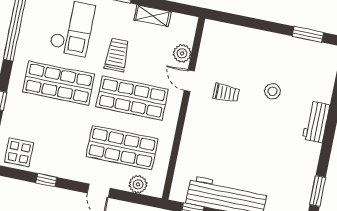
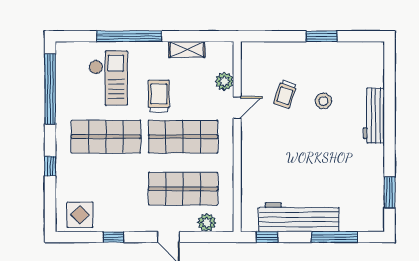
window: (308, 34) -> (321, 36), moved
door: (189, 81) -> (237, 107), swing flipped
trolley: (226, 93) -> (285, 94), moved, turned 109
workbench: (316, 122) -> (374, 116), width x1.37

